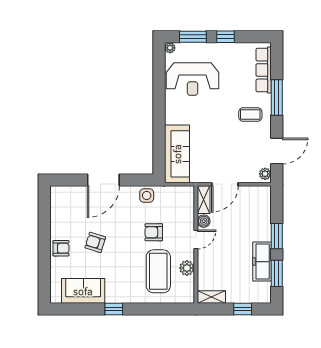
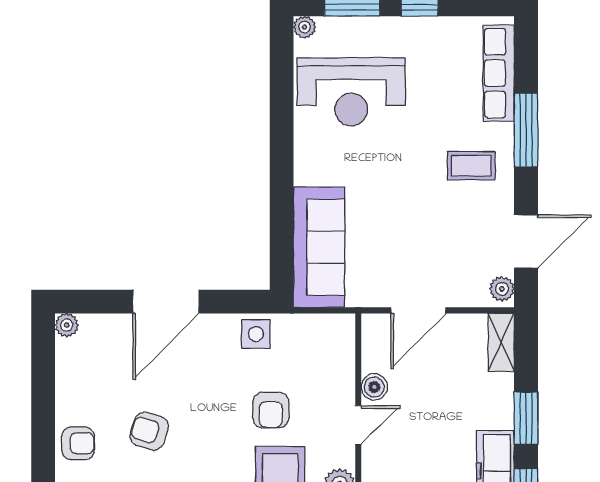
plant: (56, 191) -> (67, 325), added
shelving: (204, 200) -> (501, 342), moved
armchair: (154, 232) -> (271, 410), turned -90

